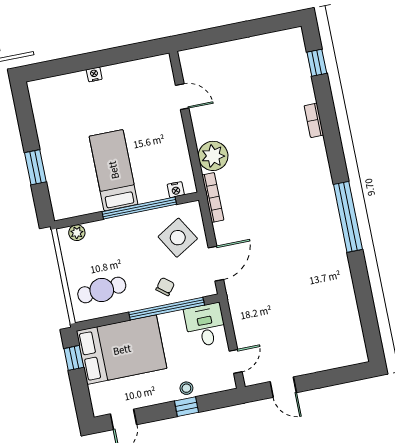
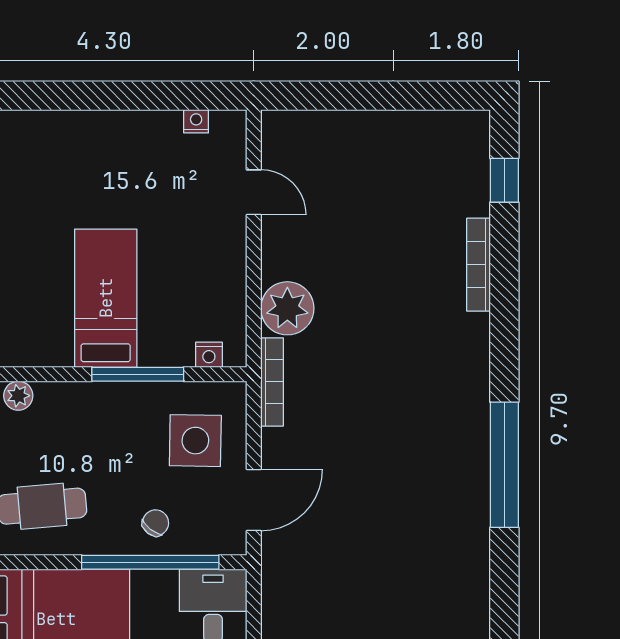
nightstand: (94, 74) -> (196, 121), moved
bookcase: (314, 120) -> (479, 265), width x1.56
window: (139, 208) -> (138, 374), width x0.68
side table: (178, 238) -> (195, 441), turned 32

